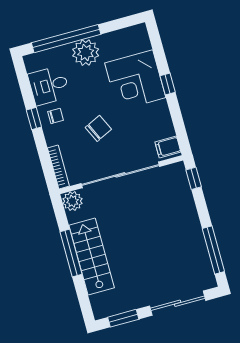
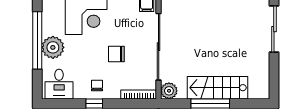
window: (66, 39) -> (37, 40), moved
desk: (49, 85) -> (59, 84), moved
chair: (98, 128) -> (116, 54), turned -65
window: (123, 318) -> (274, 76), removed

